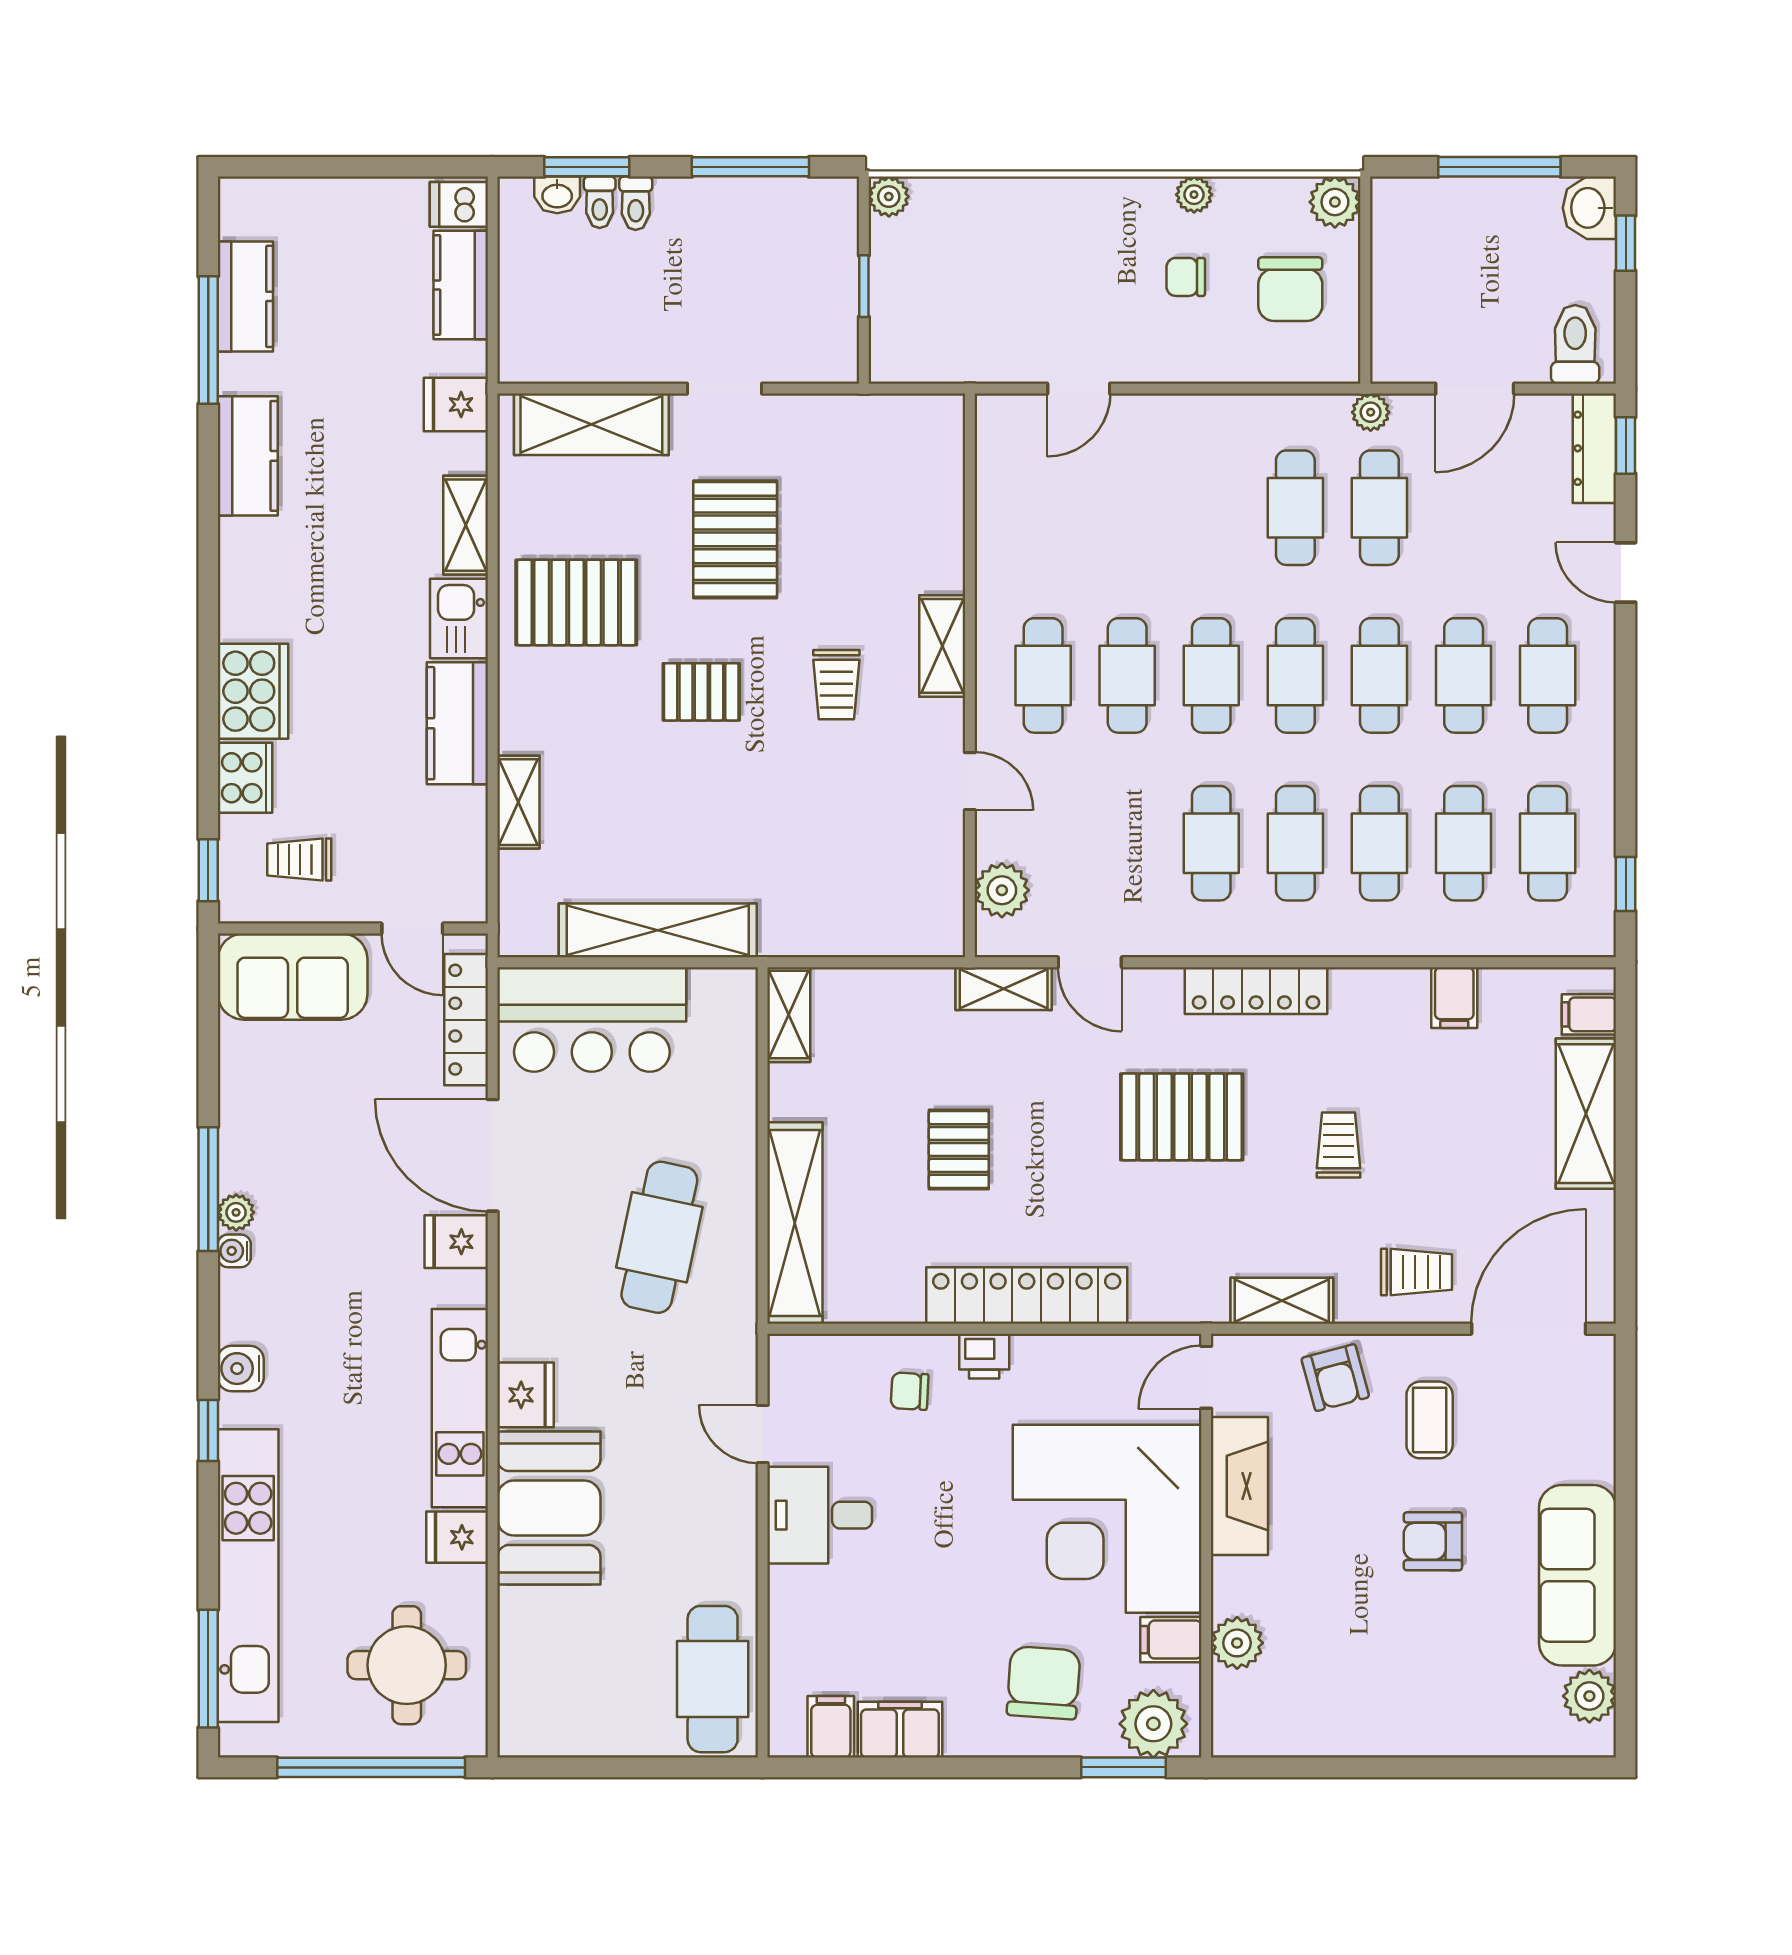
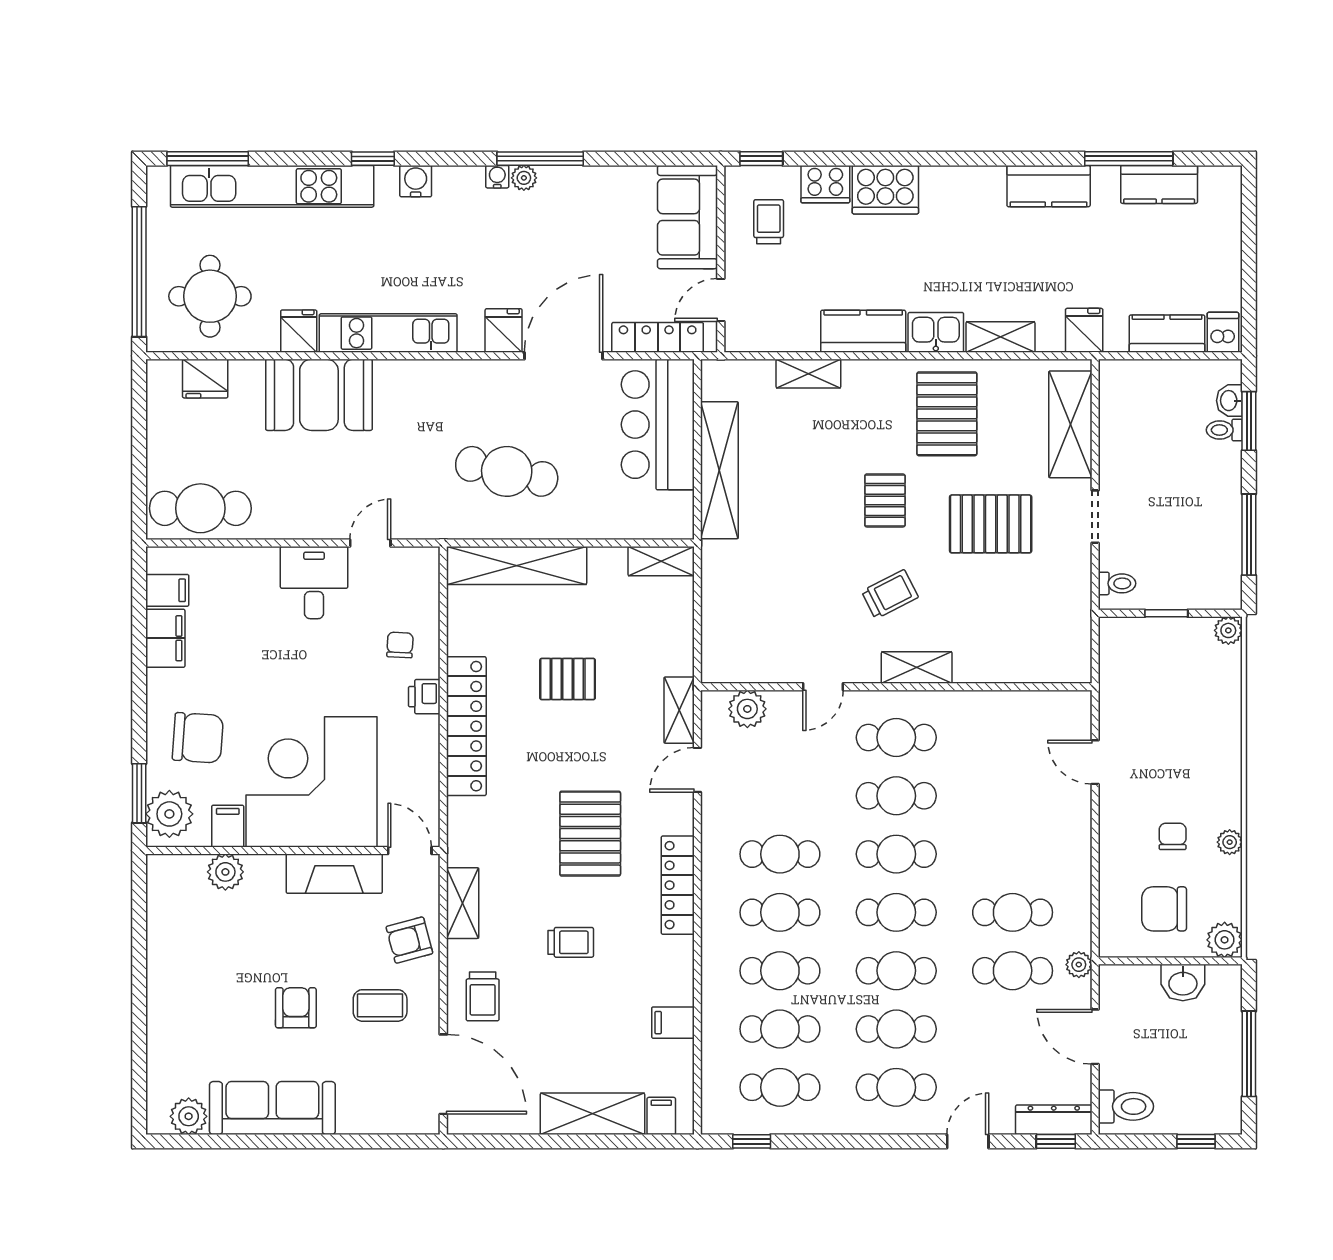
toilet: (636, 203) -> (1117, 583), moved, turned 180
washbasin: (1589, 208) -> (1183, 983), moved, turned 180
trolley: (836, 685) -> (890, 594), turned 153
fridge: (526, 1395) -> (205, 379), moved

